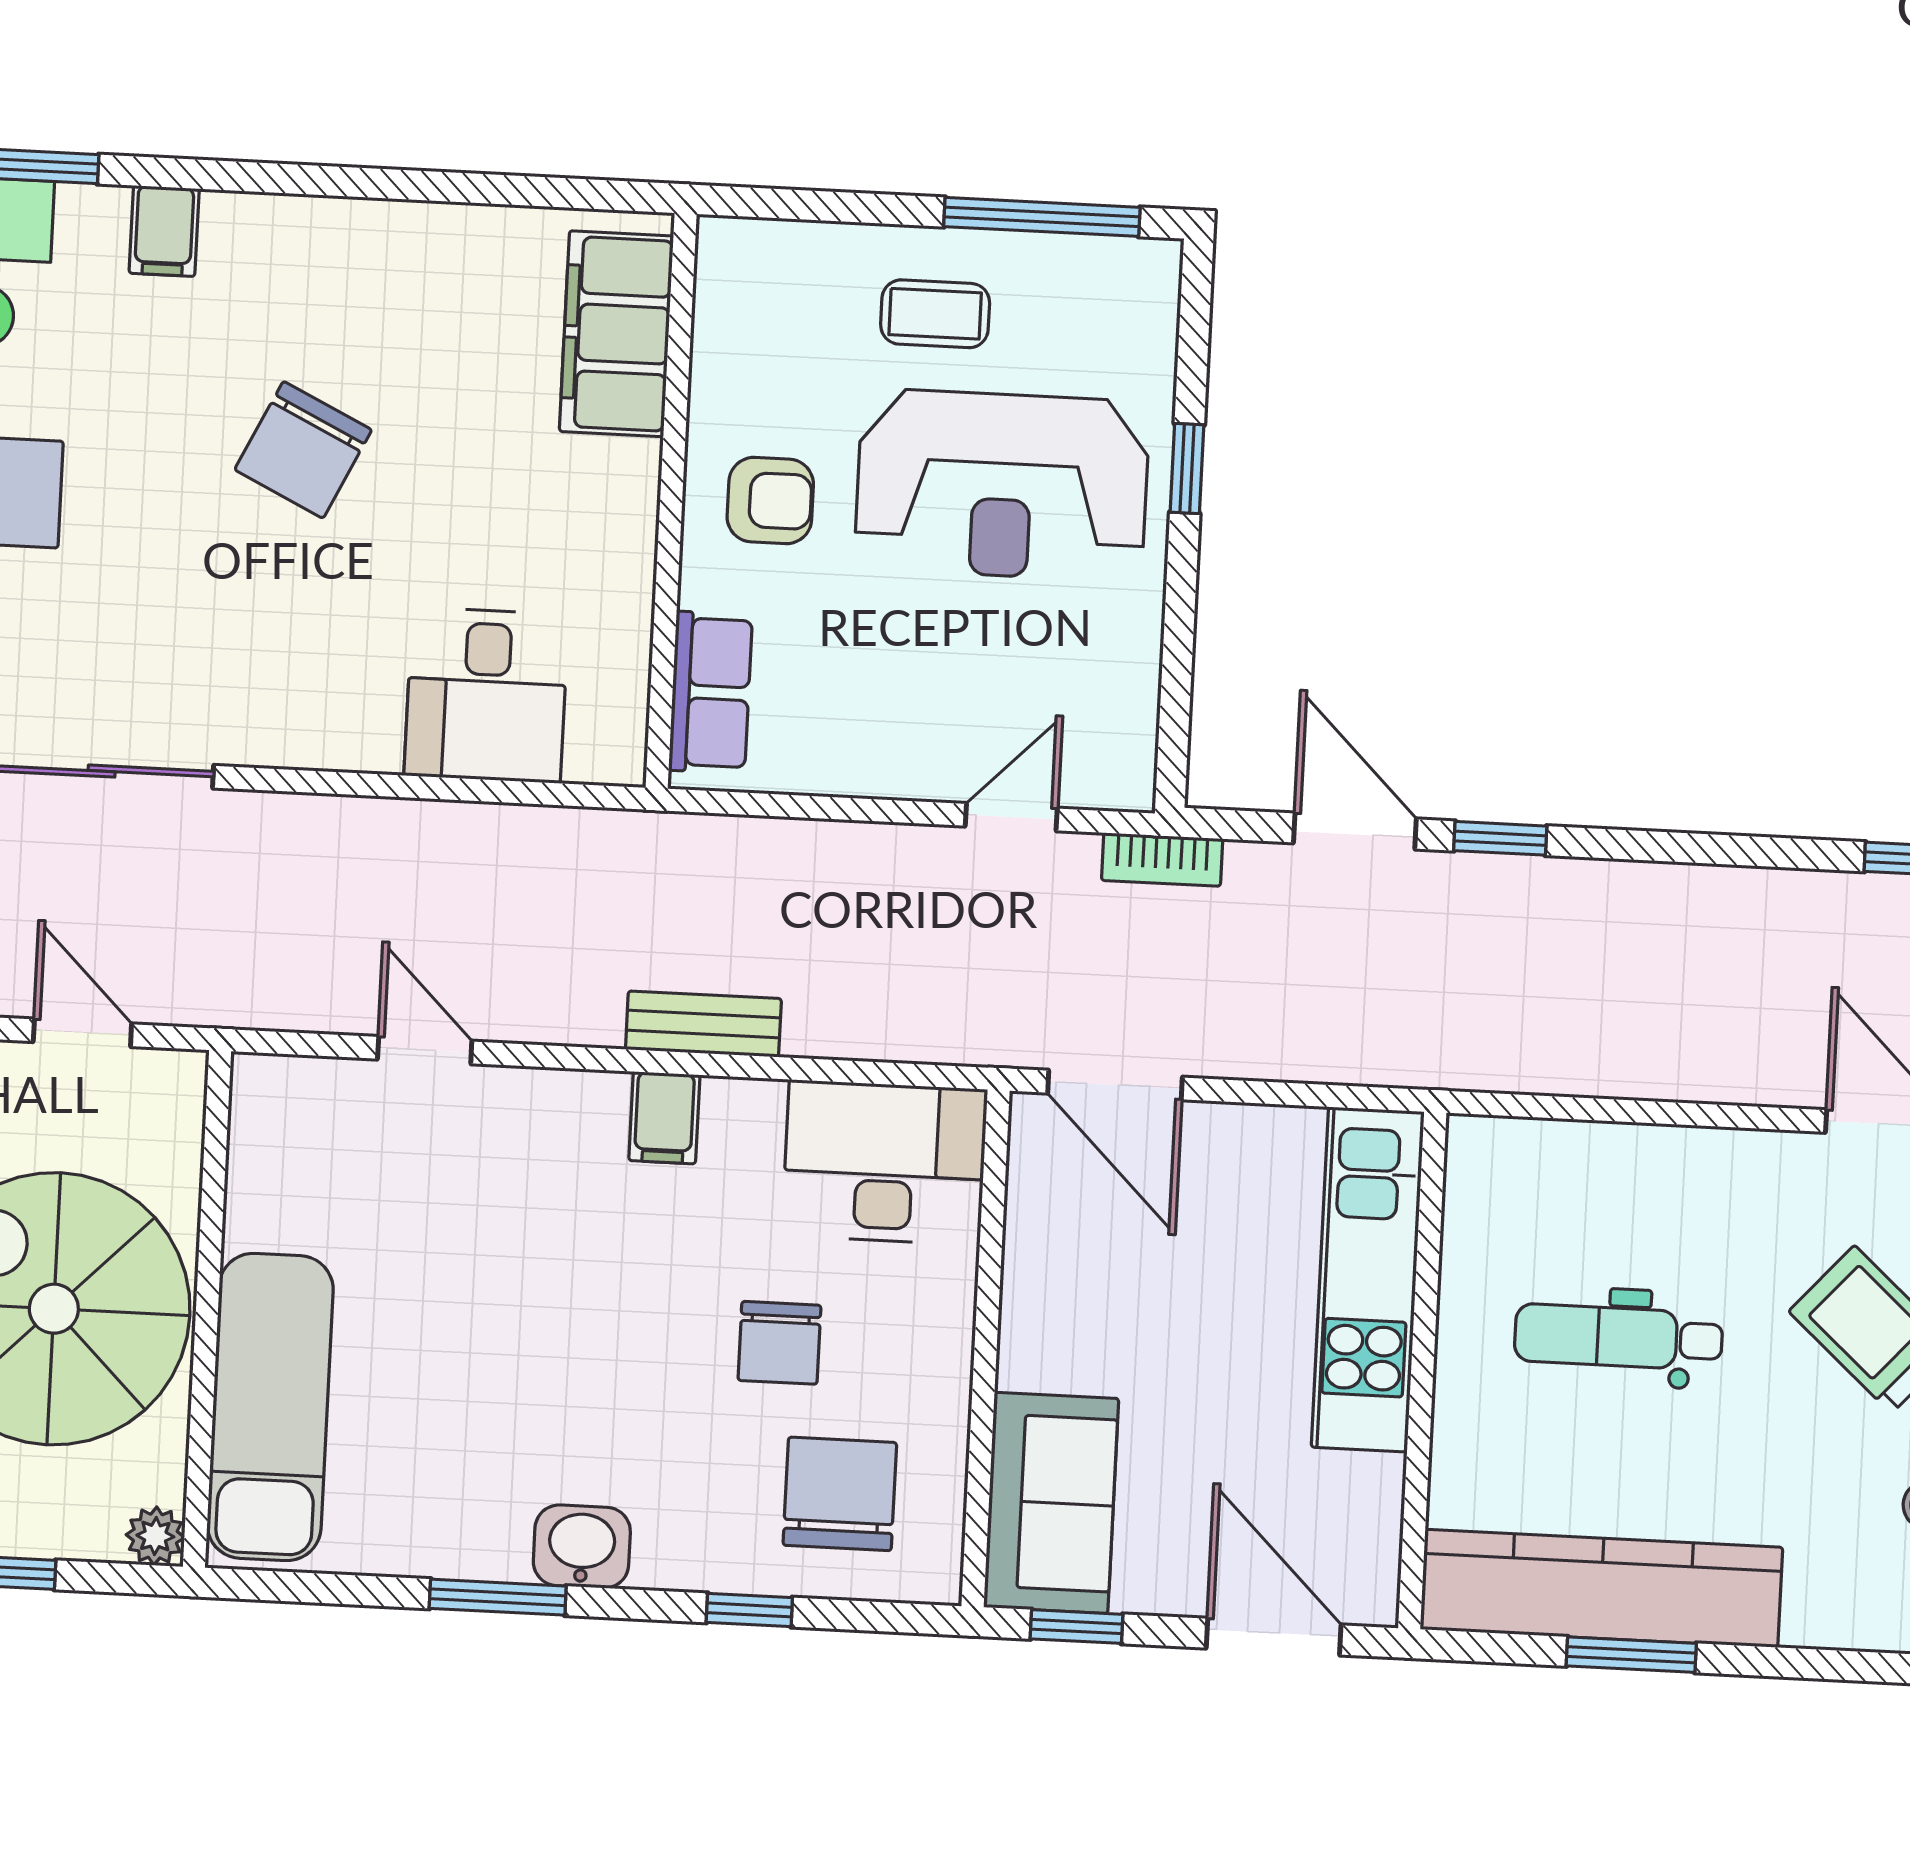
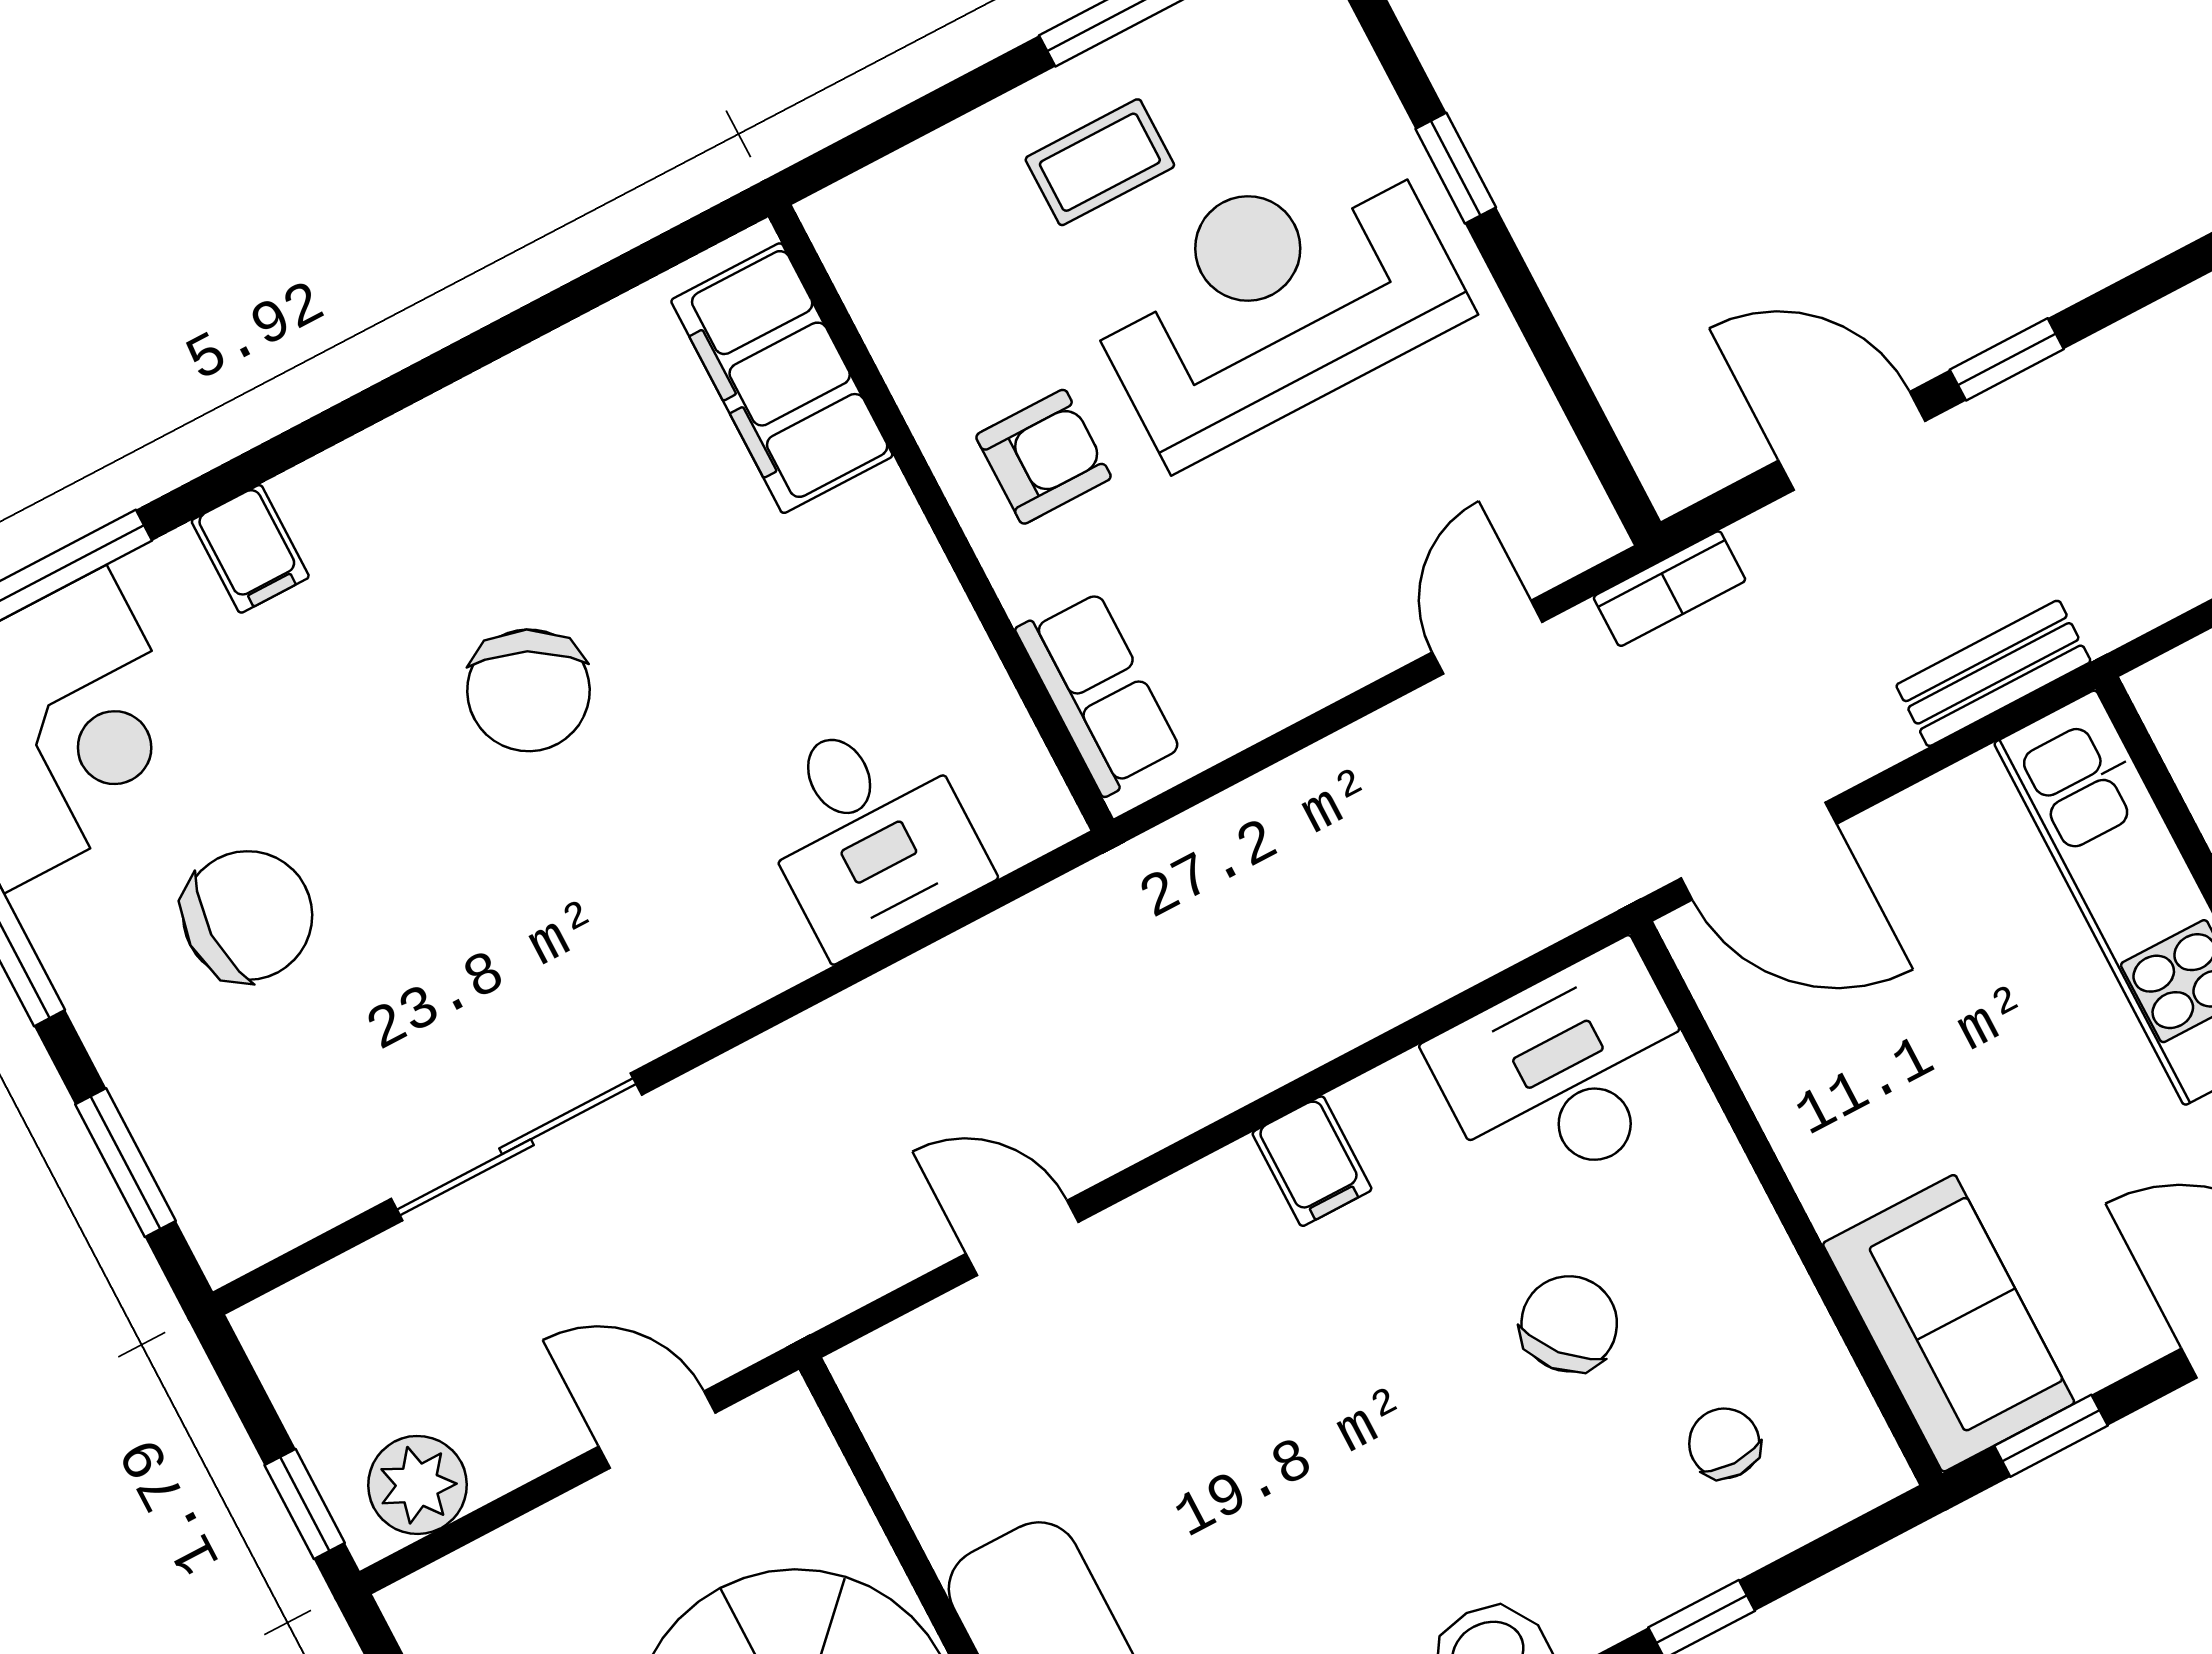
reception desk: (1002, 485) -> (1274, 299), turned 180
bench: (703, 1024) -> (1993, 673), moved
chair: (779, 1343) -> (1569, 1324), turned -131
chair: (840, 1494) -> (1724, 1443), width x0.54, depth x0.54

